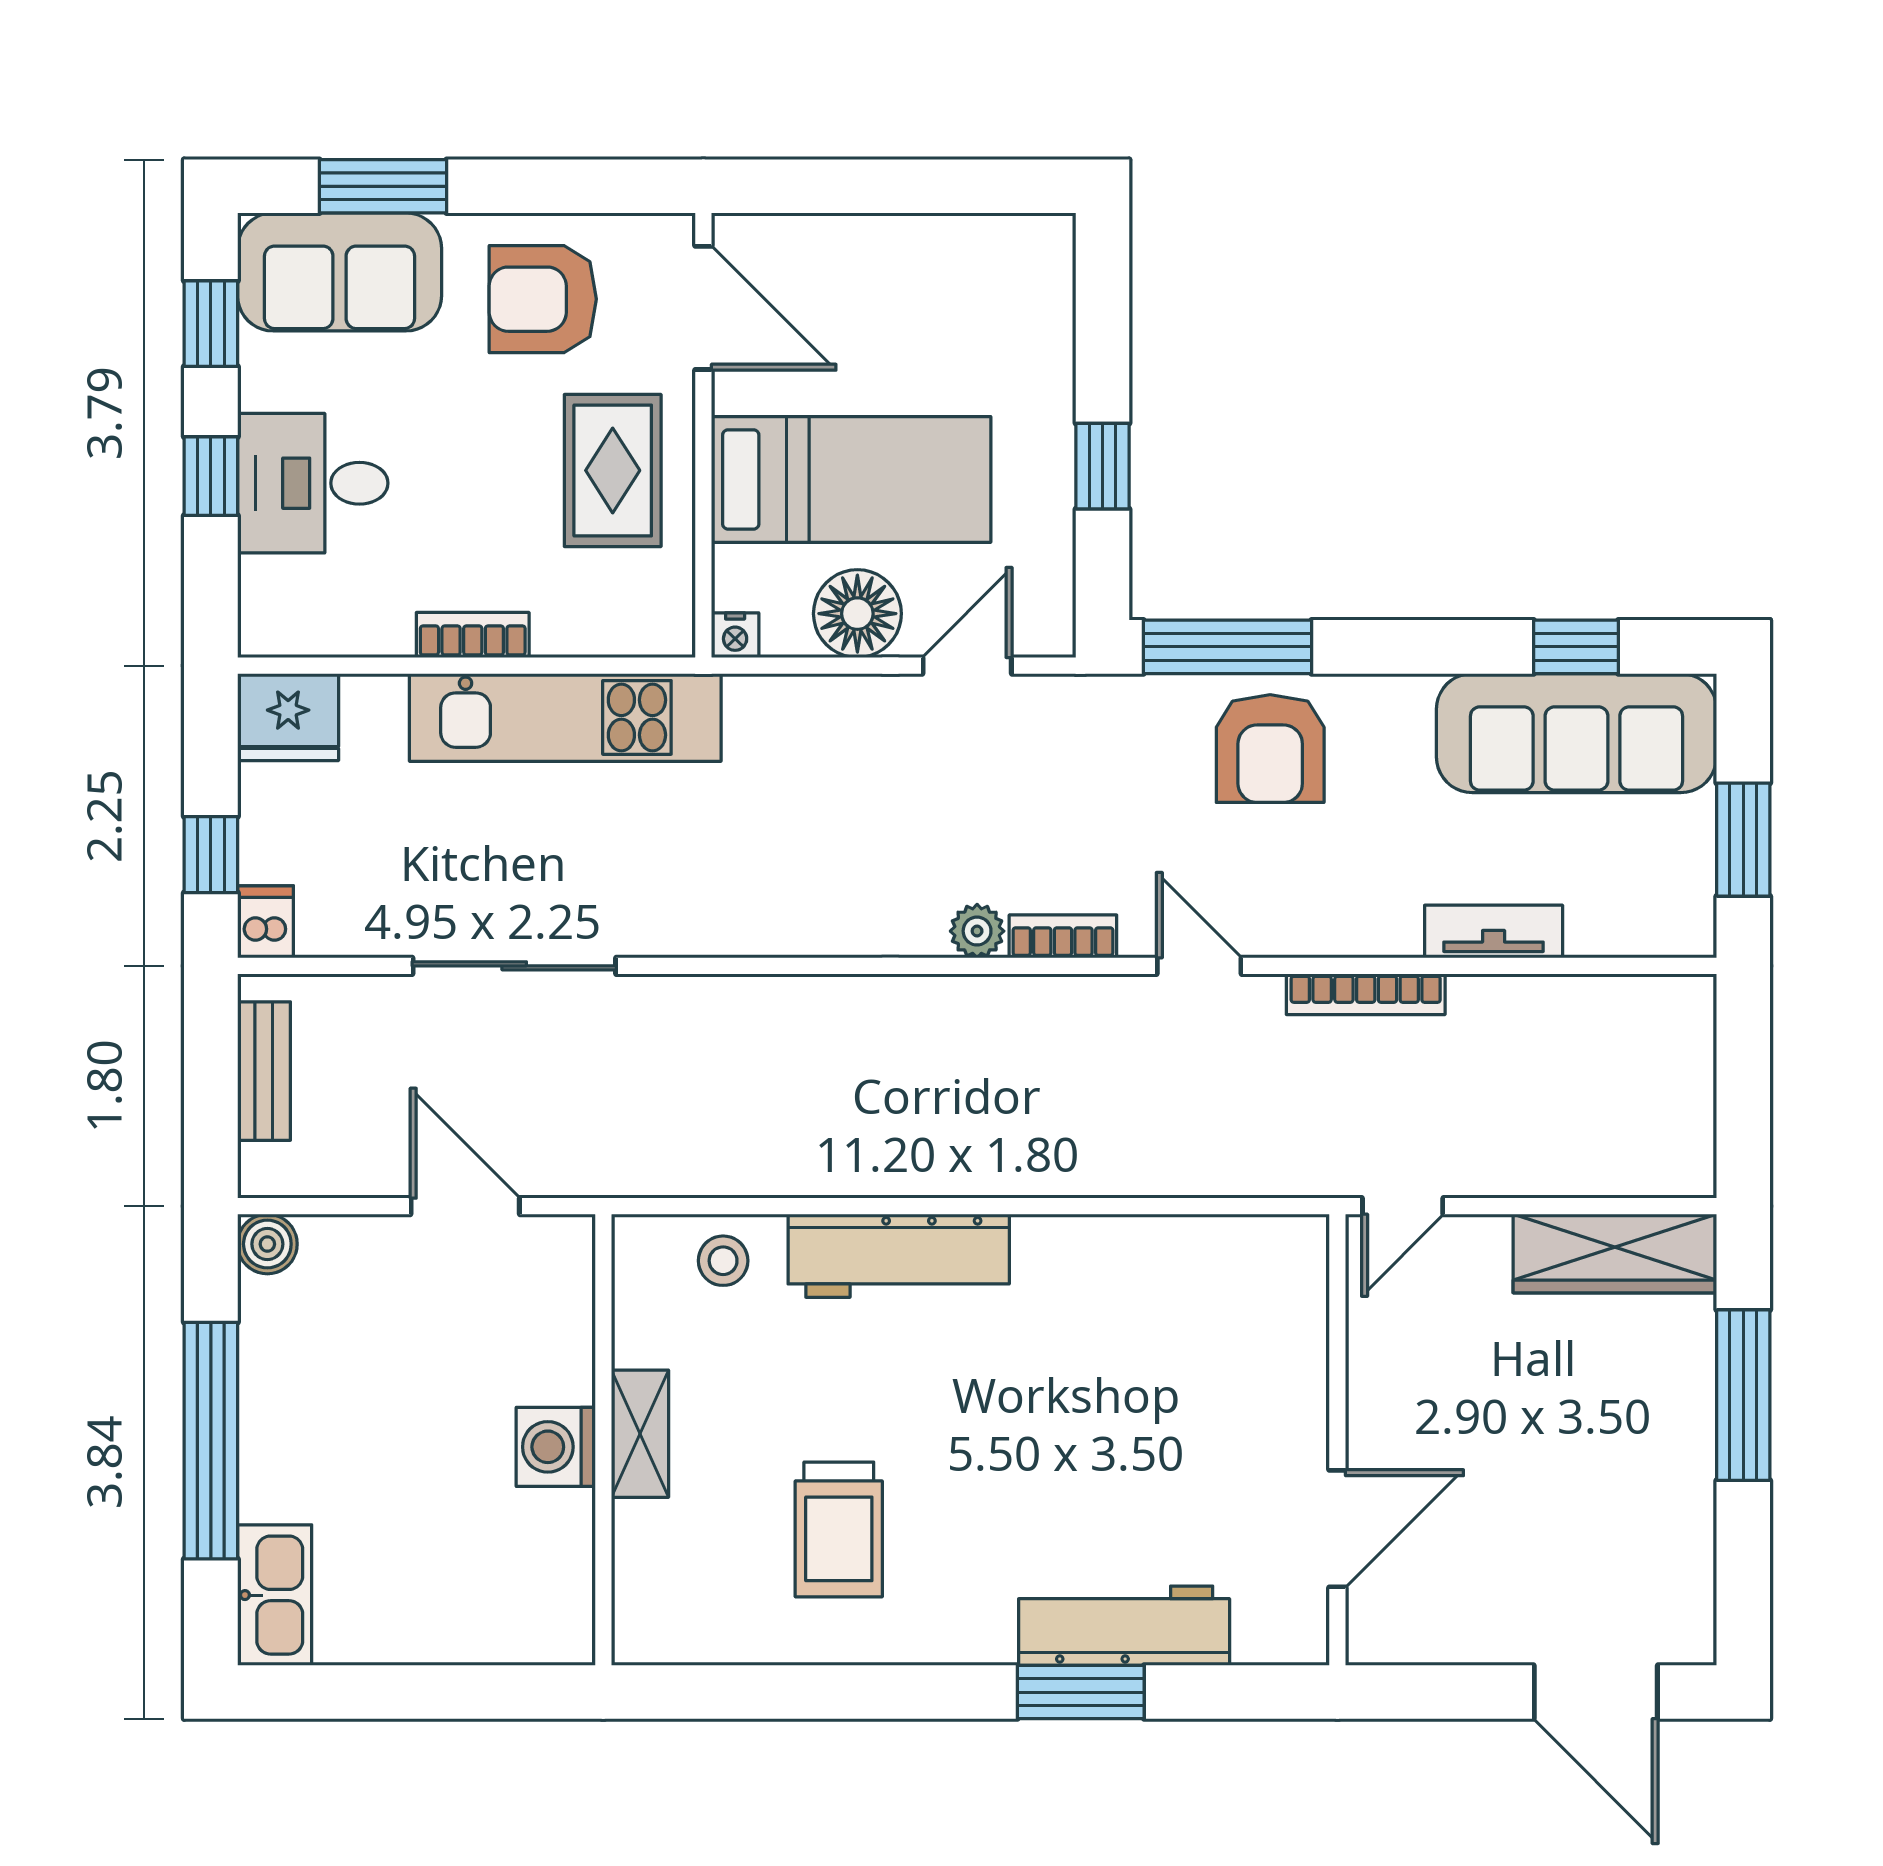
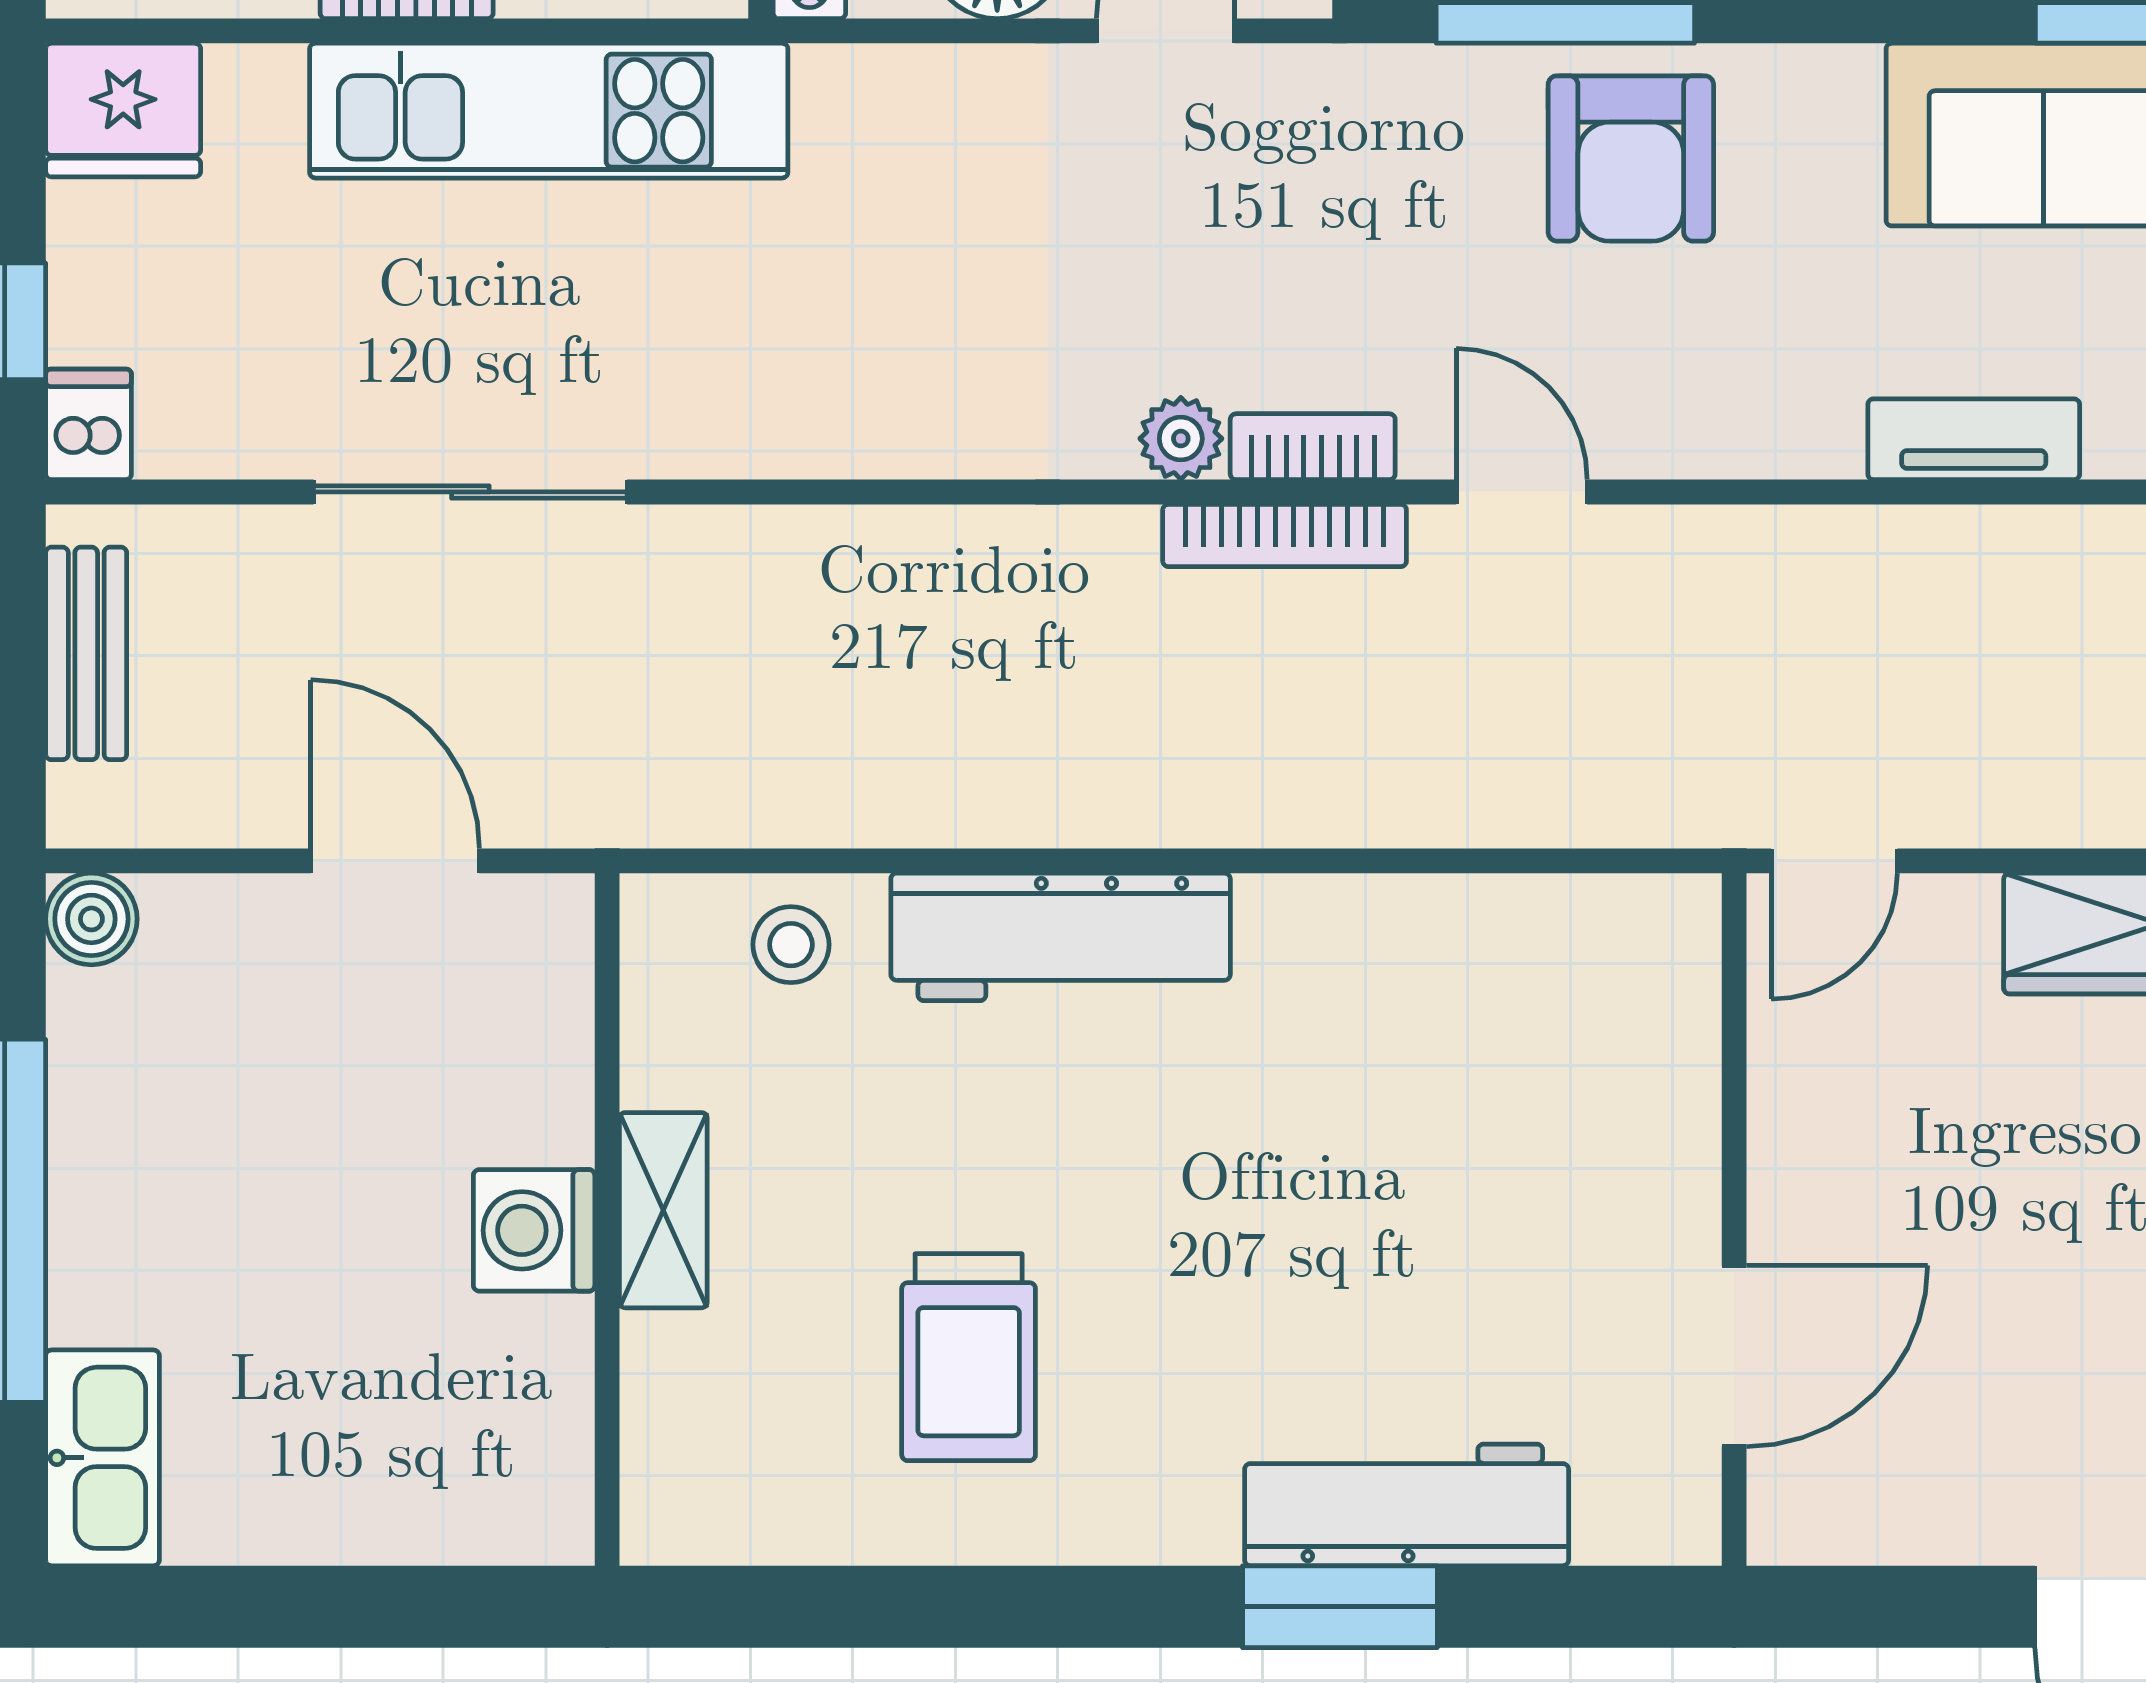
bookcase: (1366, 994) -> (1285, 535), moved

